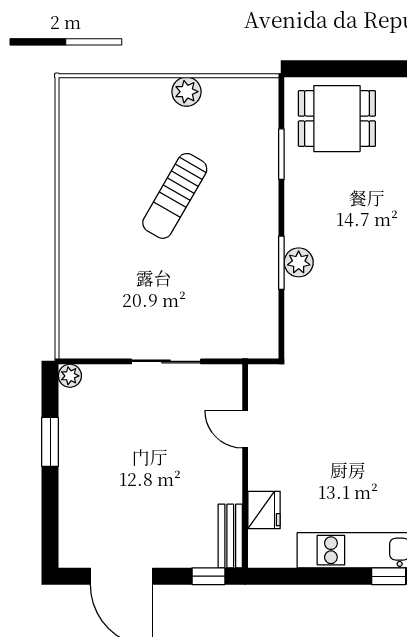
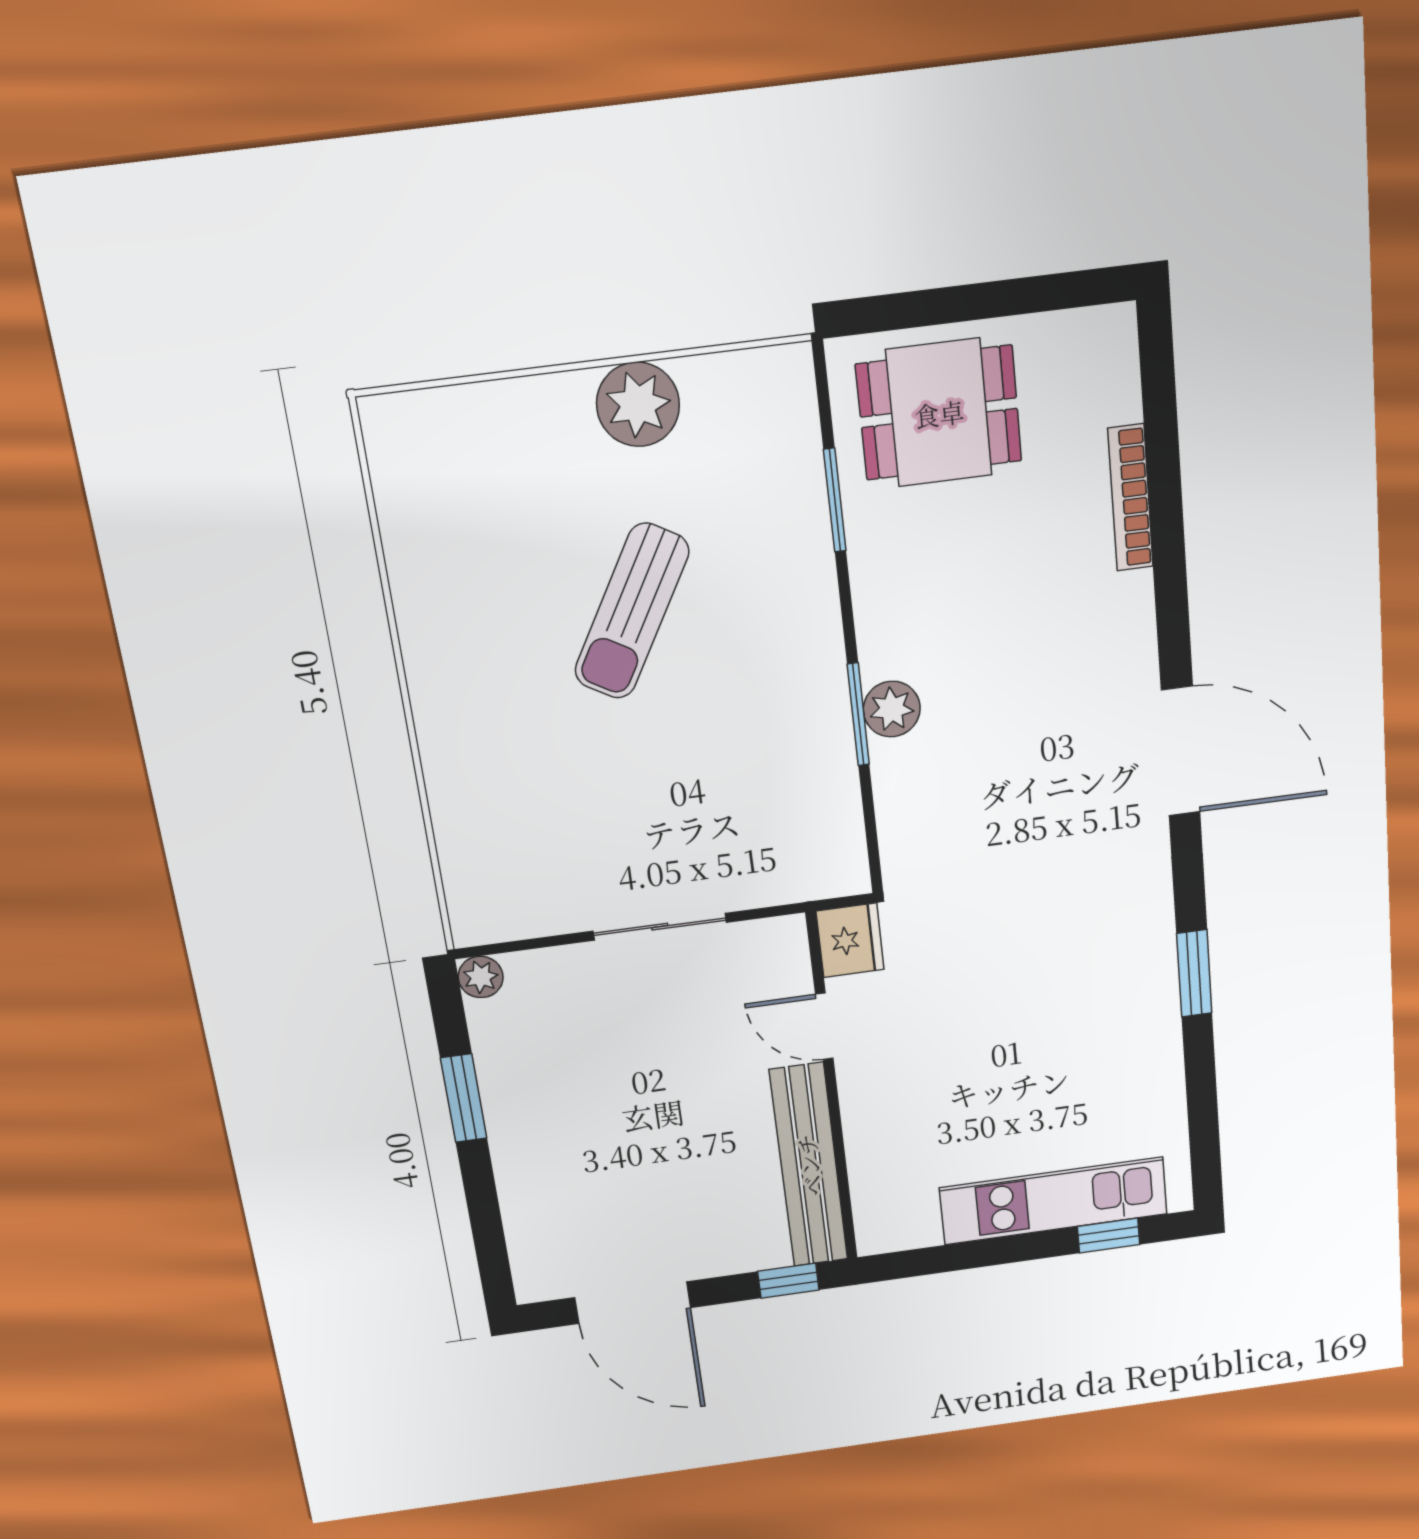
plant: (186, 92) -> (638, 404), width x1.36, depth x1.36
fridge: (264, 510) -> (850, 940), moved
bench: (230, 536) -> (809, 1165), width x1.86, depth x1.21

